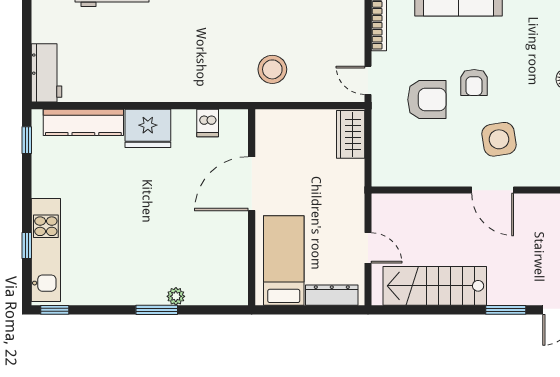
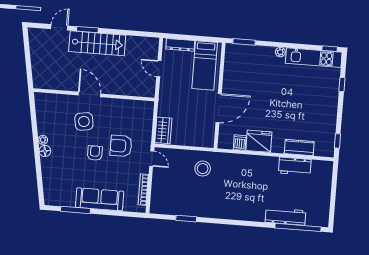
workbench: (46, 73) -> (295, 166), moved, turned -90
kitchen counter: (83, 122) -> (299, 148), width x0.67
fridge: (148, 128) -> (259, 141), moved
kitchen unit: (46, 250) -> (314, 58), moved, turned -90
stairs: (435, 286) -> (97, 43), moved
plant: (176, 296) -> (280, 52), moved
window: (157, 310) -> (244, 42), moved

